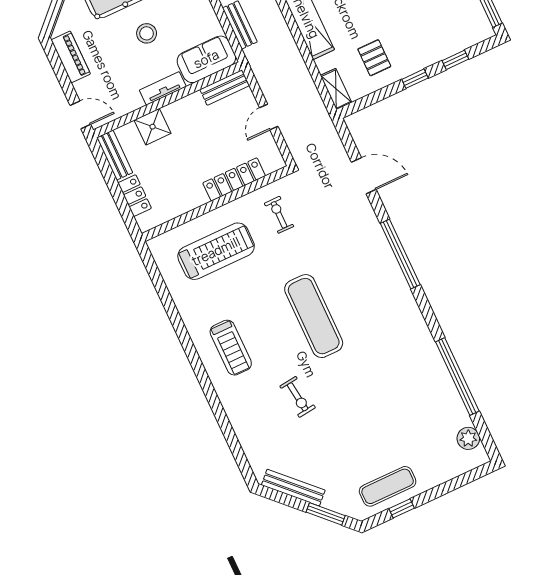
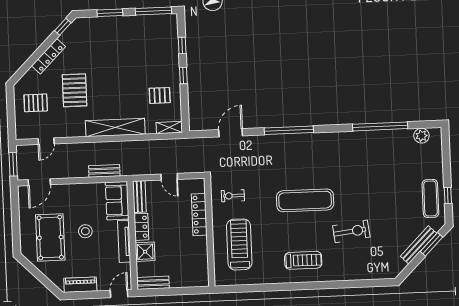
tv unit: (163, 88) -> (124, 241), width x1.41
locker: (135, 196) -> (141, 227), moved, turned 90
exercise bike: (298, 397) -> (351, 231), width x1.38, depth x1.39
bench: (293, 488) -> (419, 245), moved

